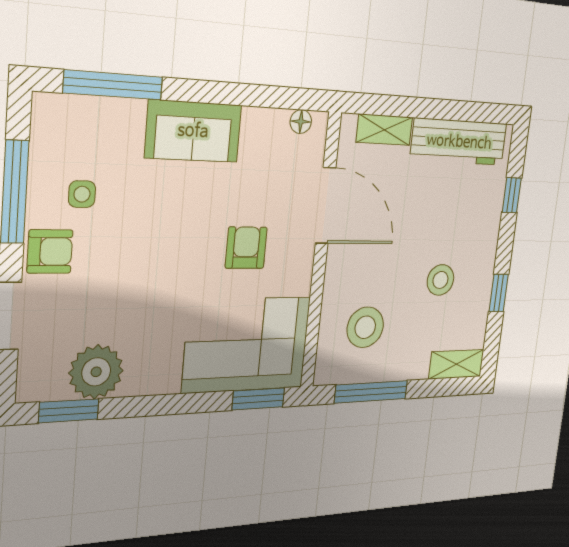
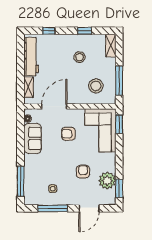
sofa: (193, 131) -> (33, 138), moved
armchair: (50, 251) -> (83, 172), moved

